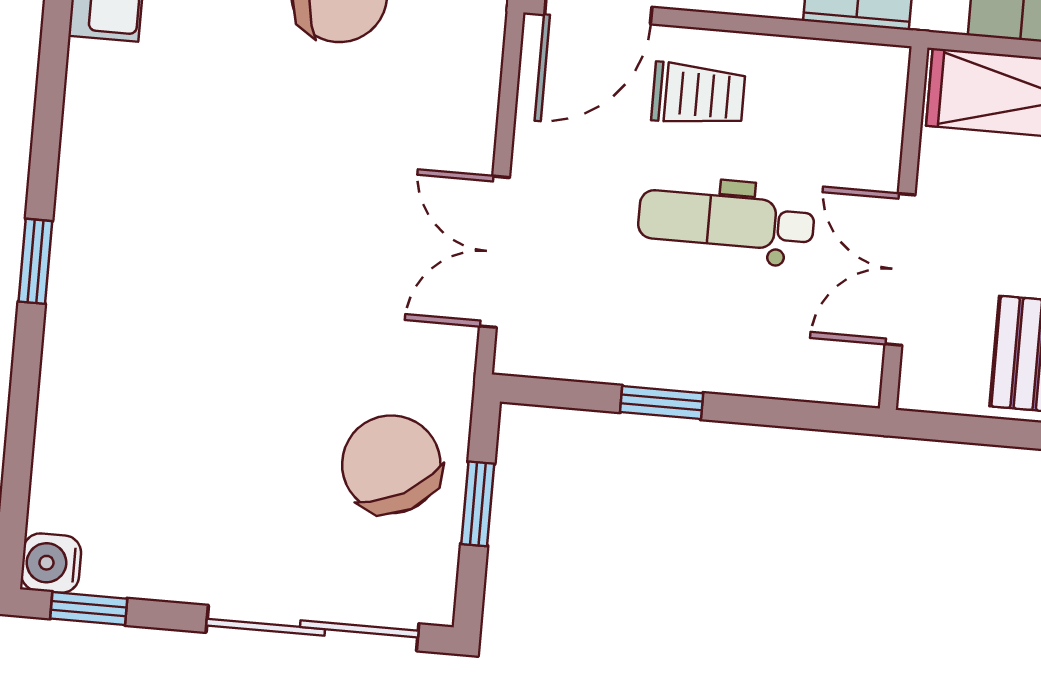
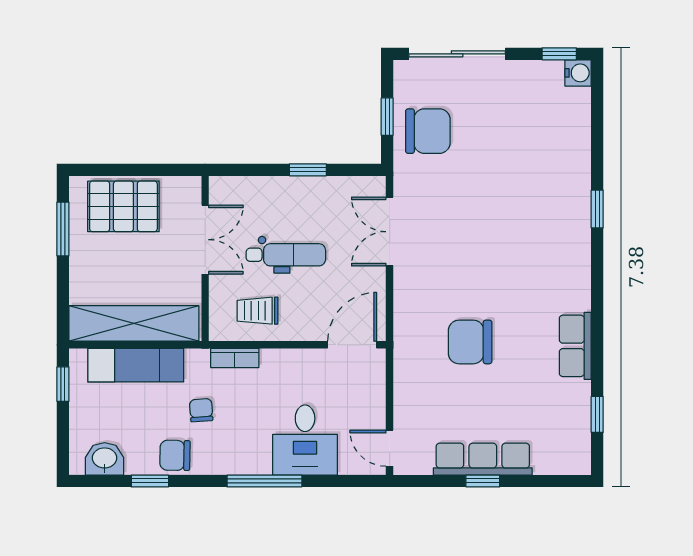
trolley: (698, 95) -> (257, 311), moved
double door: (495, 252) -> (390, 232), swing flipped
chair: (391, 464) -> (428, 131), turned -61

